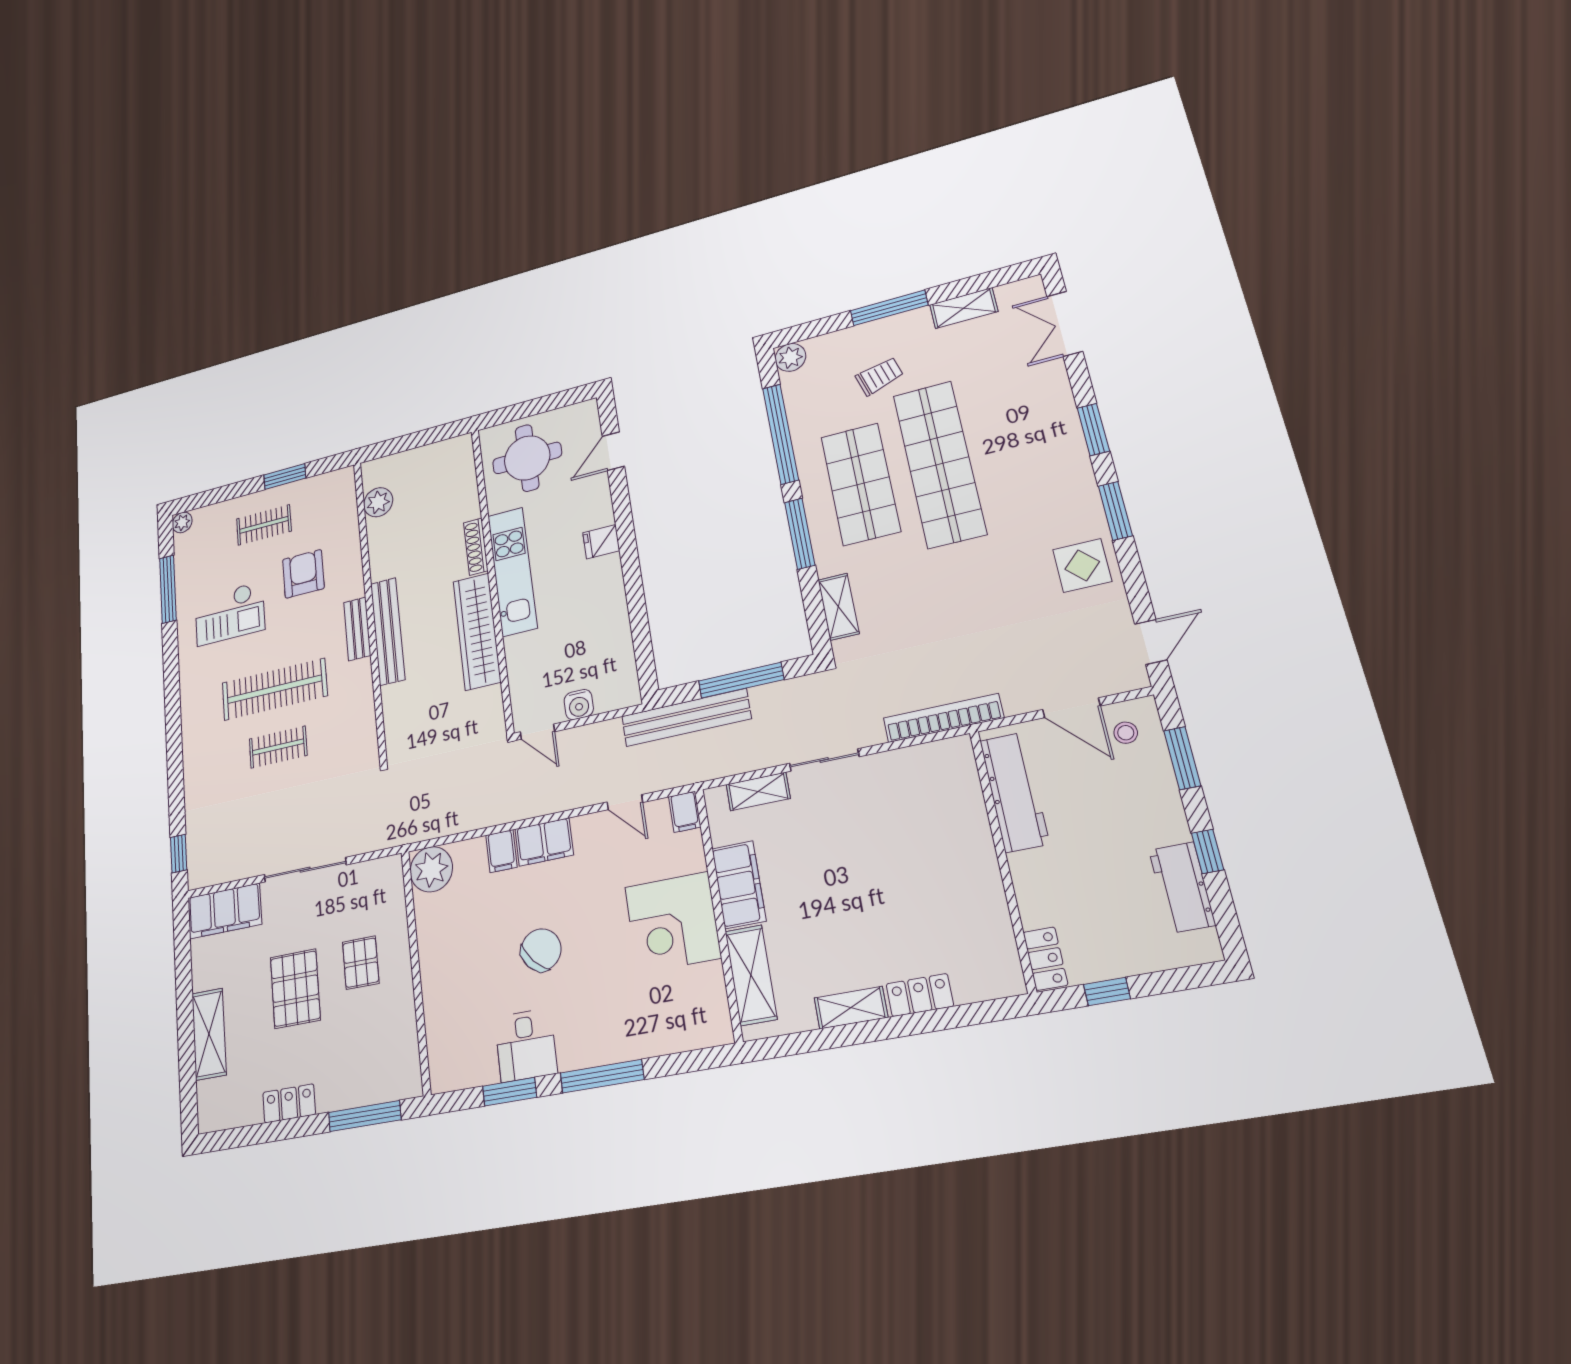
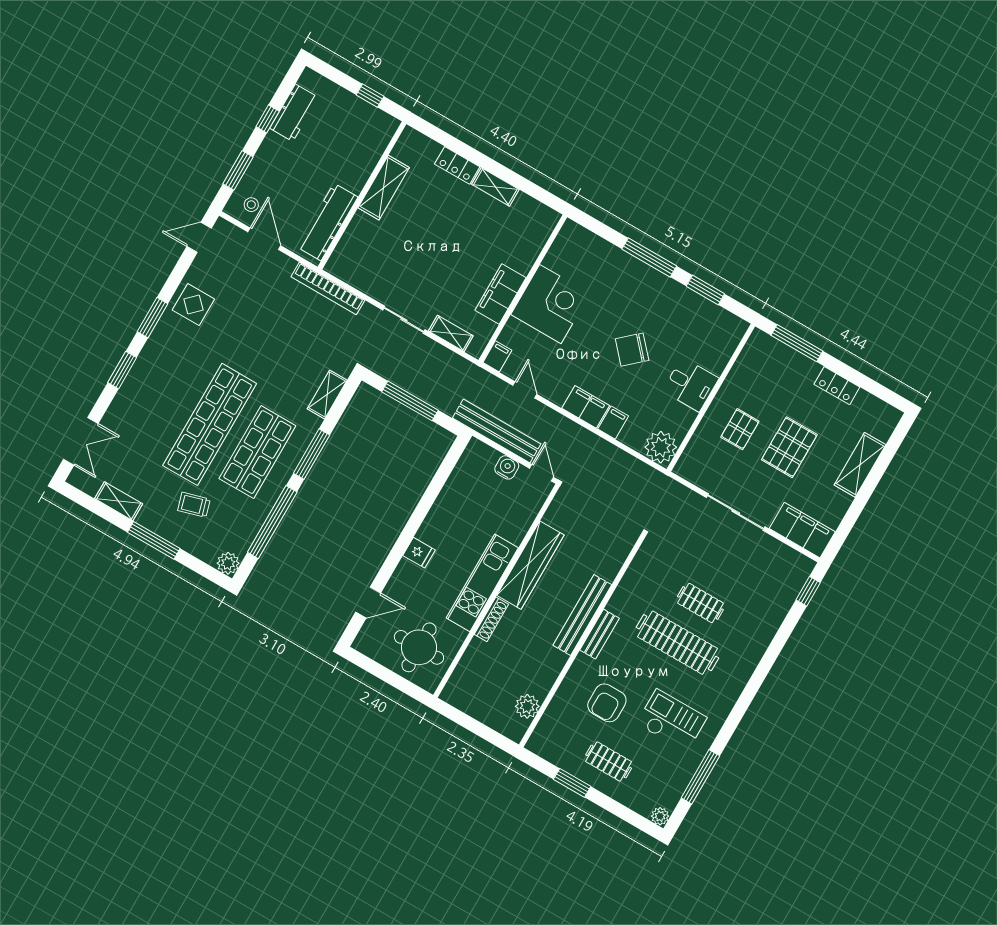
bench: (686, 718) -> (497, 431), moved
locker: (1045, 959) -> (384, 133), removed
shelving: (751, 975) -> (384, 188), moved
desk: (526, 1045) -> (691, 385), moved, turned 90

